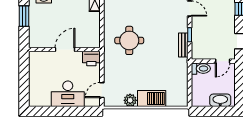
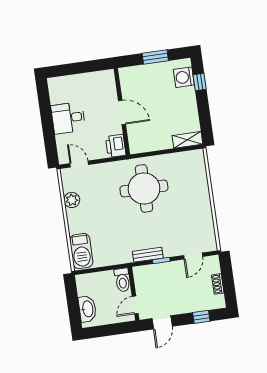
round table: (129, 40) -> (144, 188), width x1.36, depth x1.36
door: (223, 61) -> (135, 305), hinge flipped
desk: (68, 94) -> (68, 118), width x0.73
barbecue: (152, 98) -> (81, 251), moved

